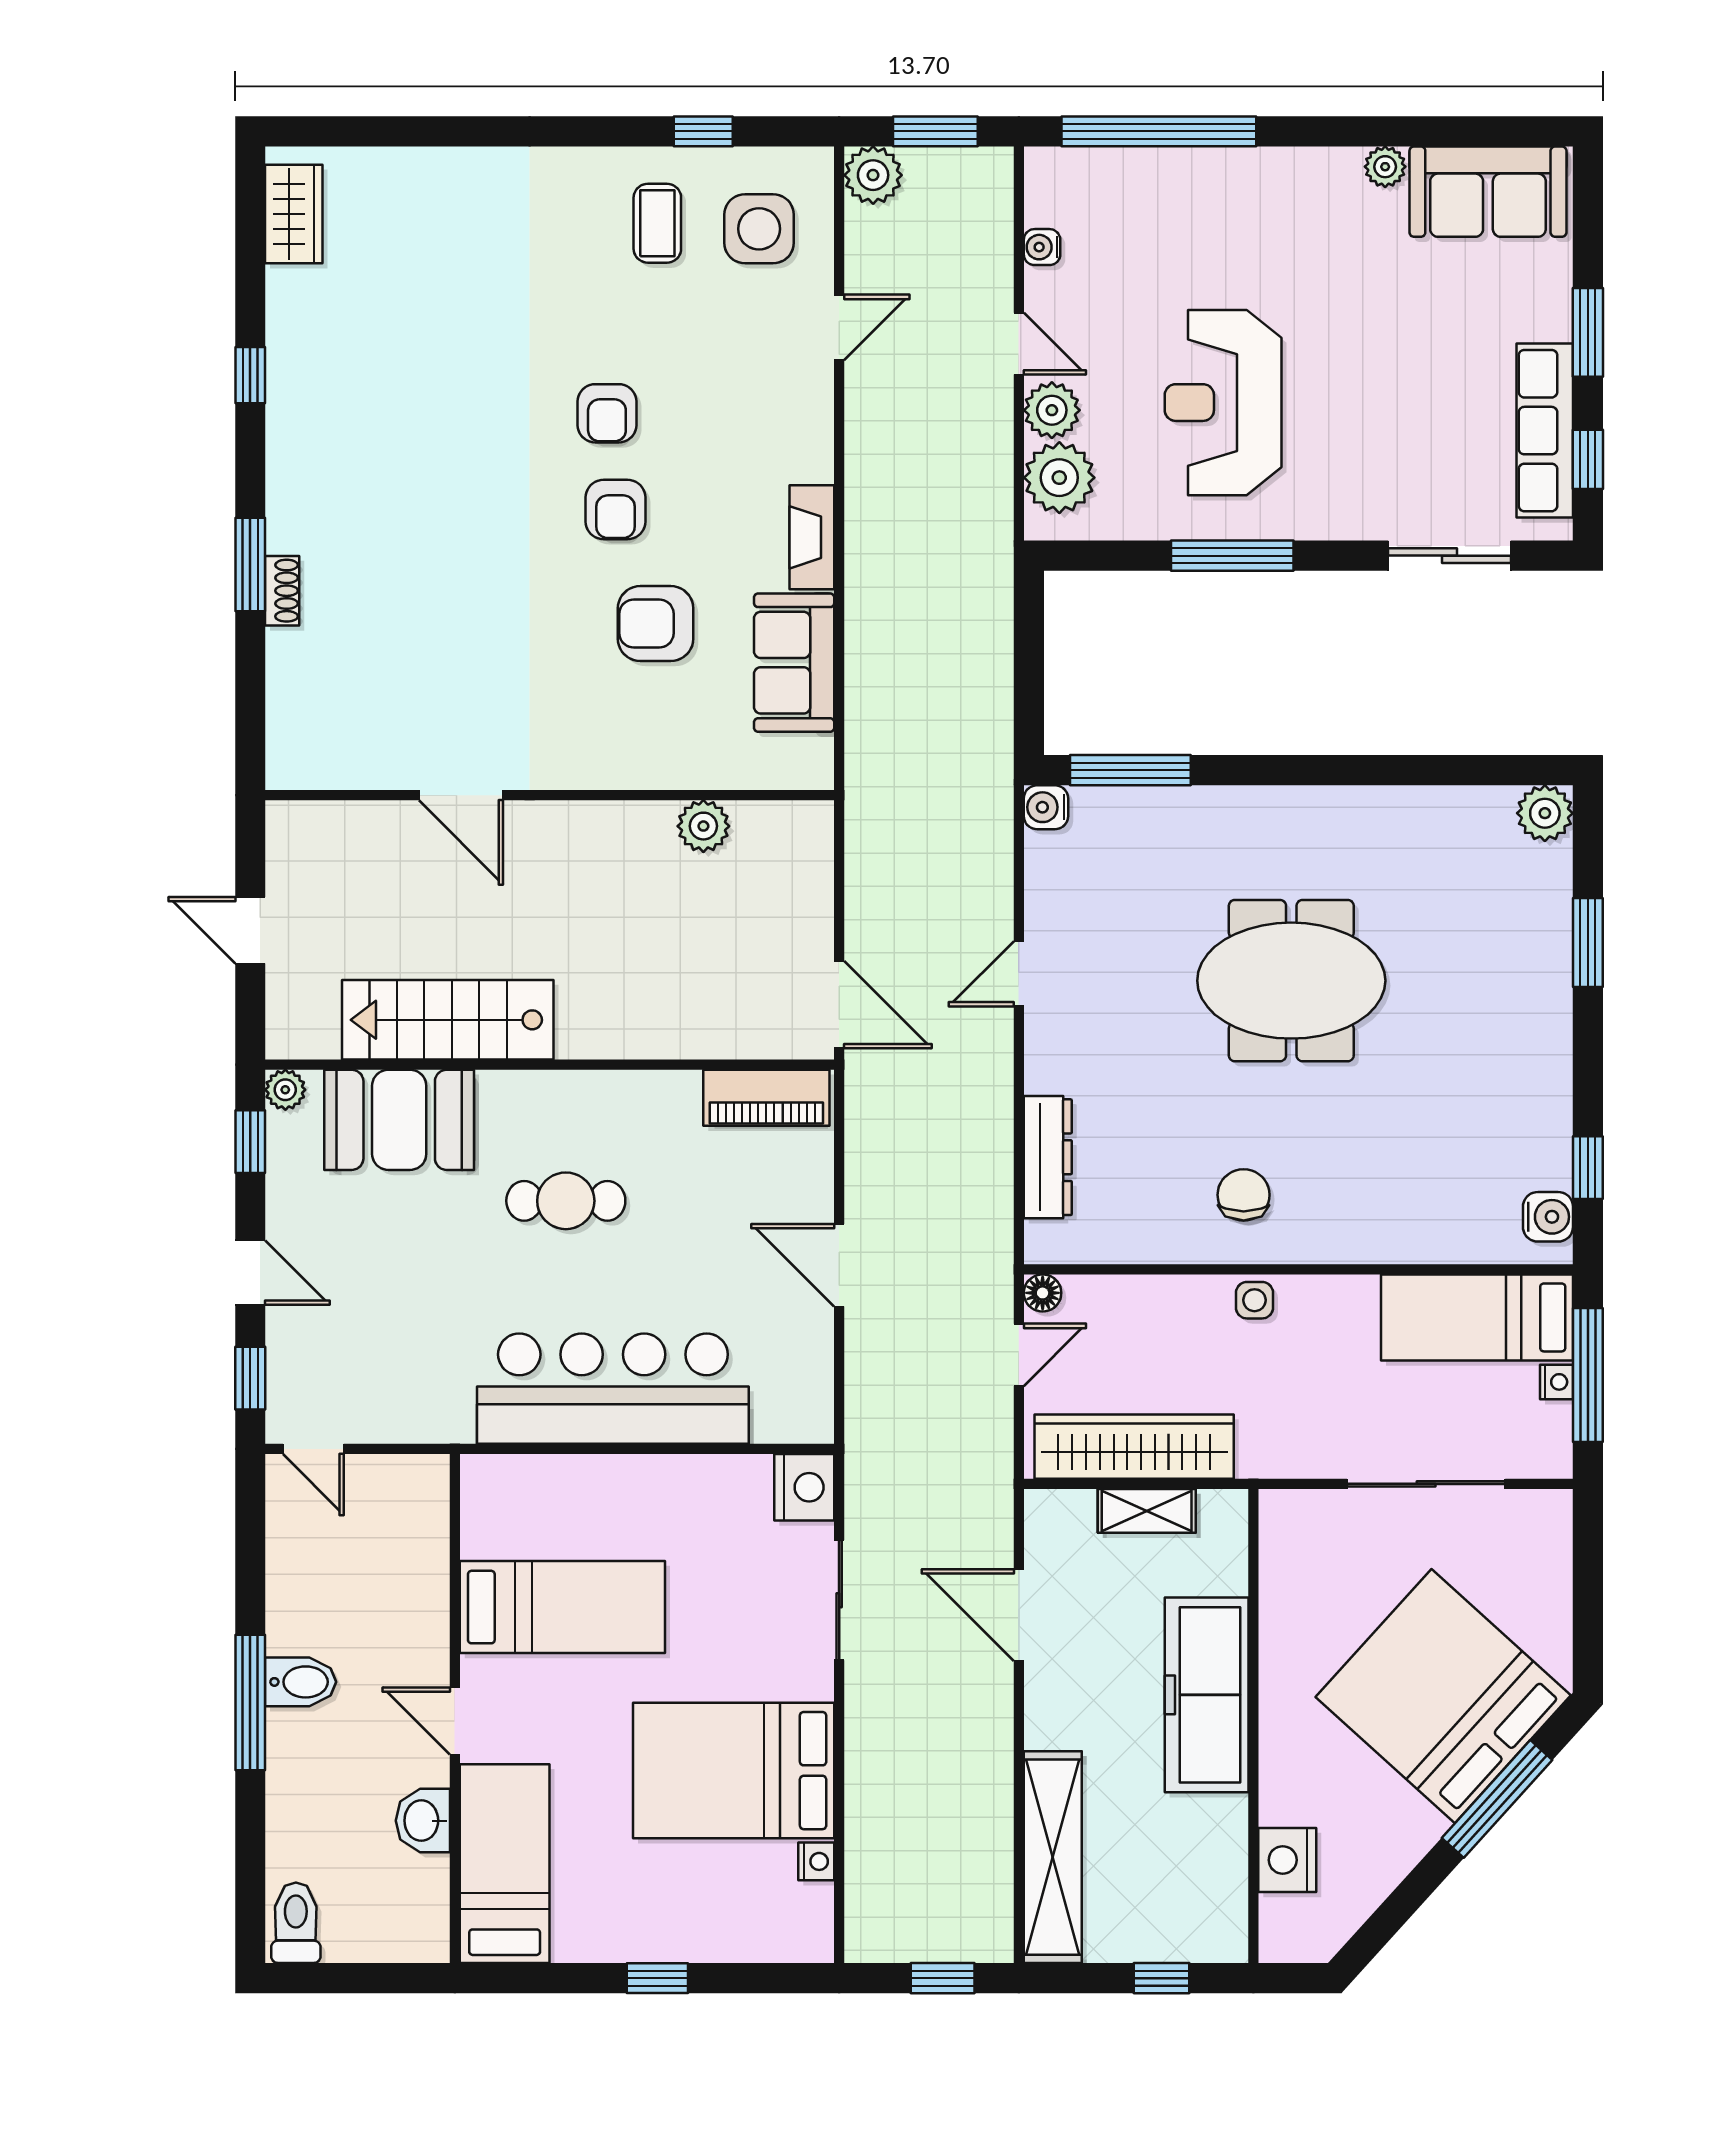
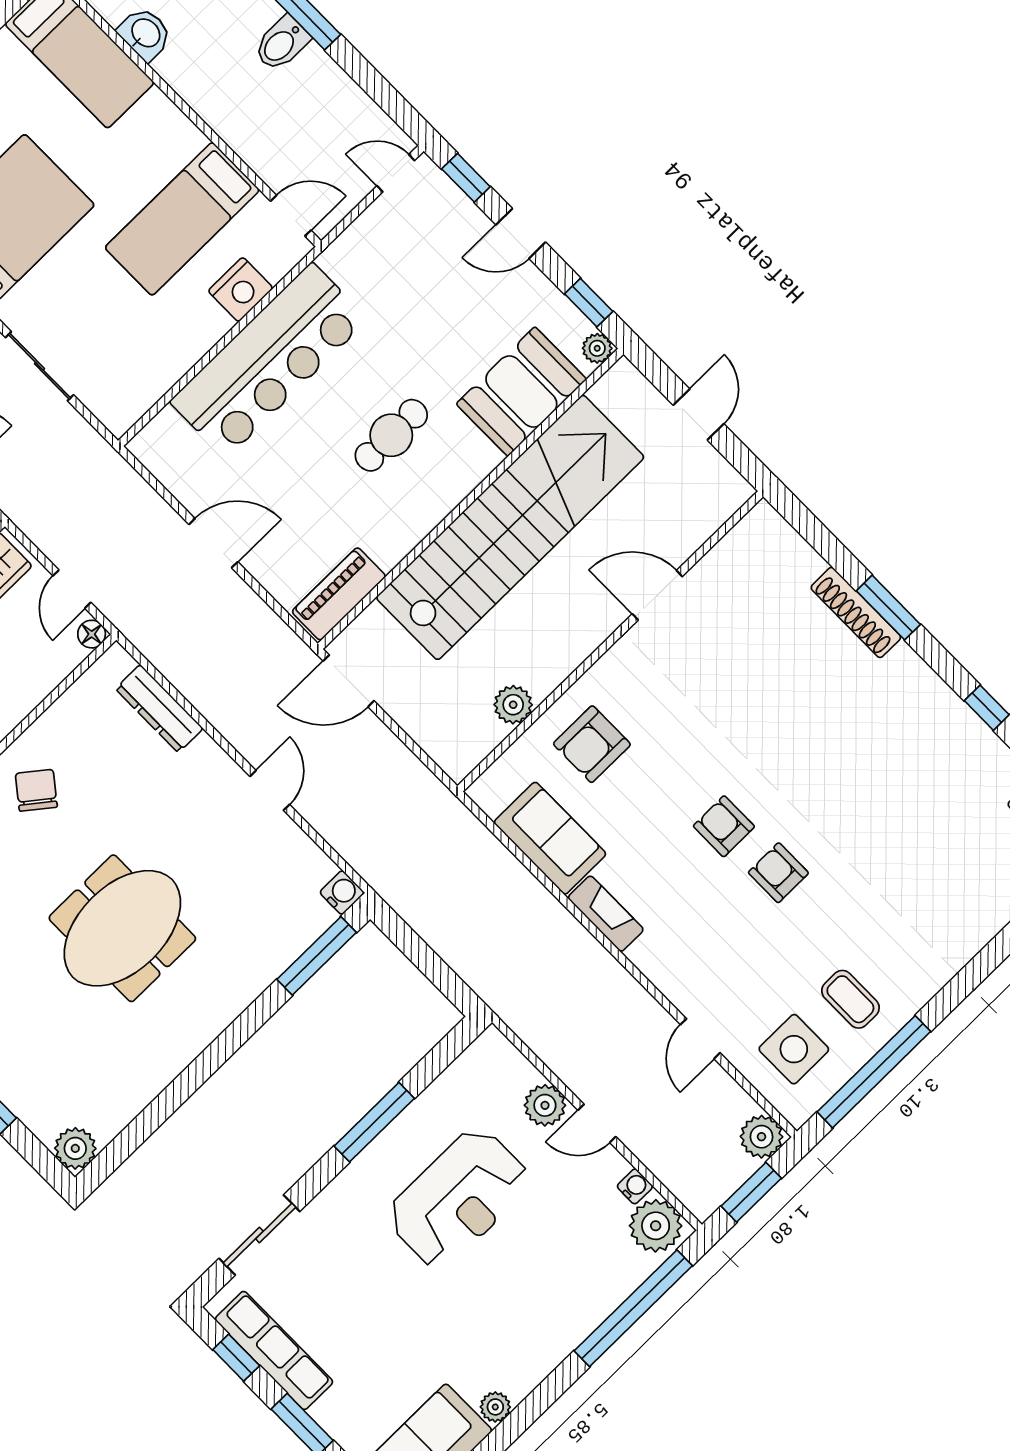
window: (703, 131) -> (874, 1072), width x3.17
reception desk: (1223, 403) -> (458, 1198), turned 90
plant: (1059, 478) -> (656, 1226), moved
shoe rack: (282, 591) -> (856, 612), width x1.94, depth x1.24
armchair: (656, 624) -> (592, 744), moved, turned 180
door: (250, 930) -> (699, 414), hinge flipped
stairs: (448, 1020) -> (510, 527), width x1.86, depth x1.51
chair: (1244, 1195) -> (36, 790), turned -142
nightstand: (804, 1487) -> (241, 289), moved, turned -90
door: (455, 1721) -> (291, 216), moved

